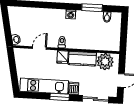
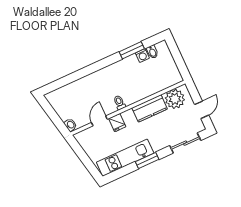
washing machine: (71, 14) -> (142, 56), moved
fridge: (63, 57) -> (117, 123), moved
dishwasher: (74, 88) -> (157, 144), removed

